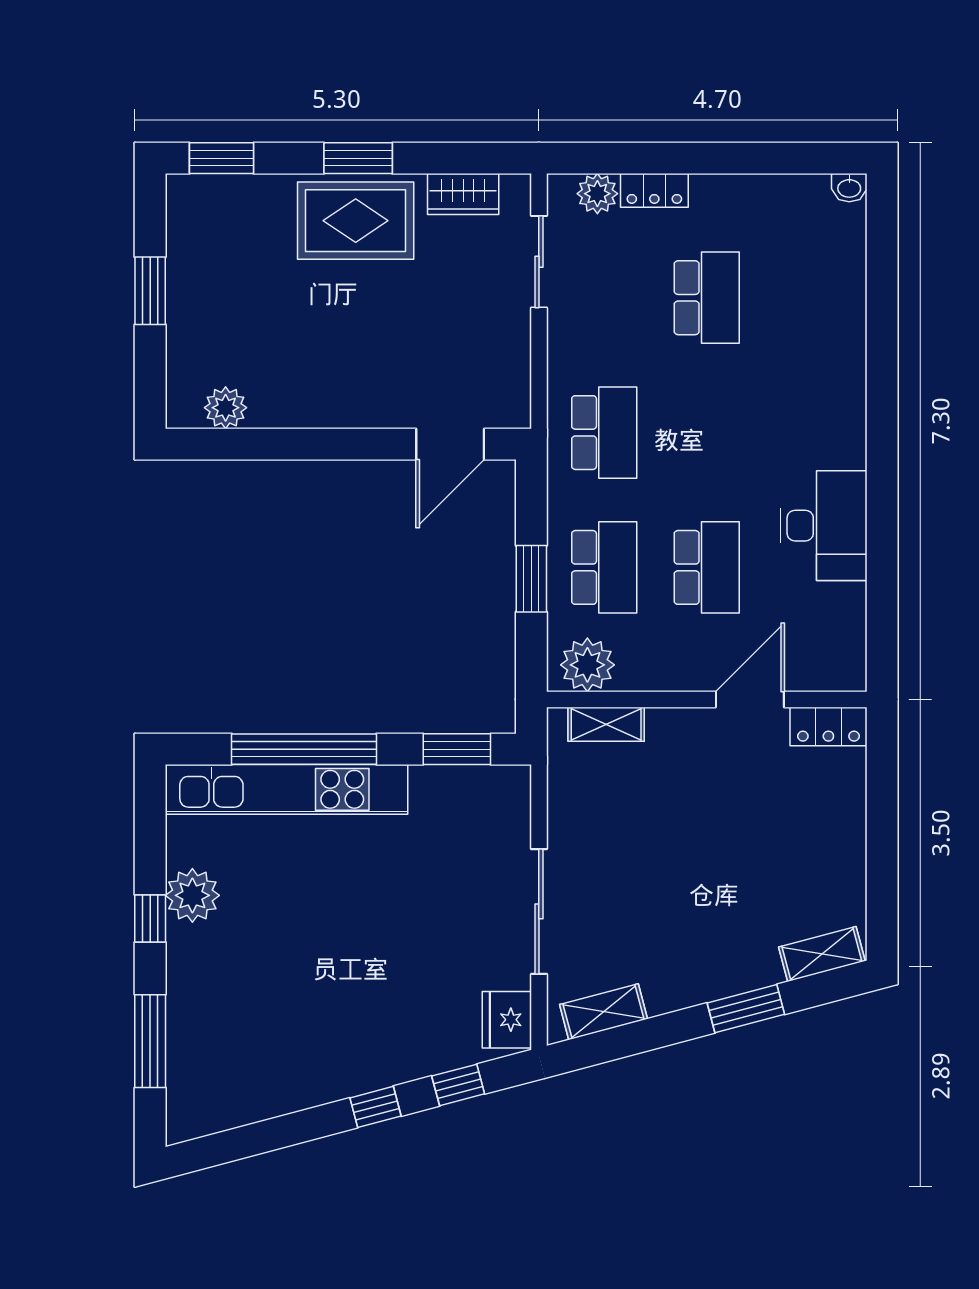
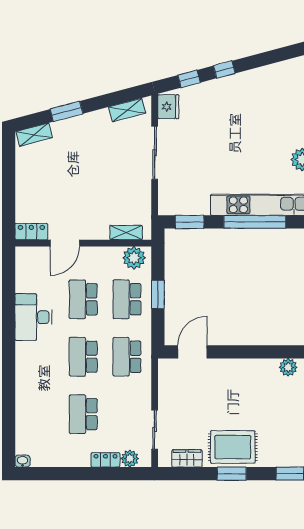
school desk: (707, 433) -> (83, 357), added

